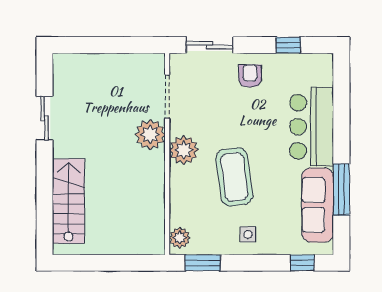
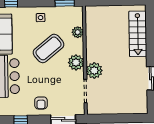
coffee table: (234, 177) -> (49, 48), turned 59
plant: (180, 238) -> (78, 32), moved

